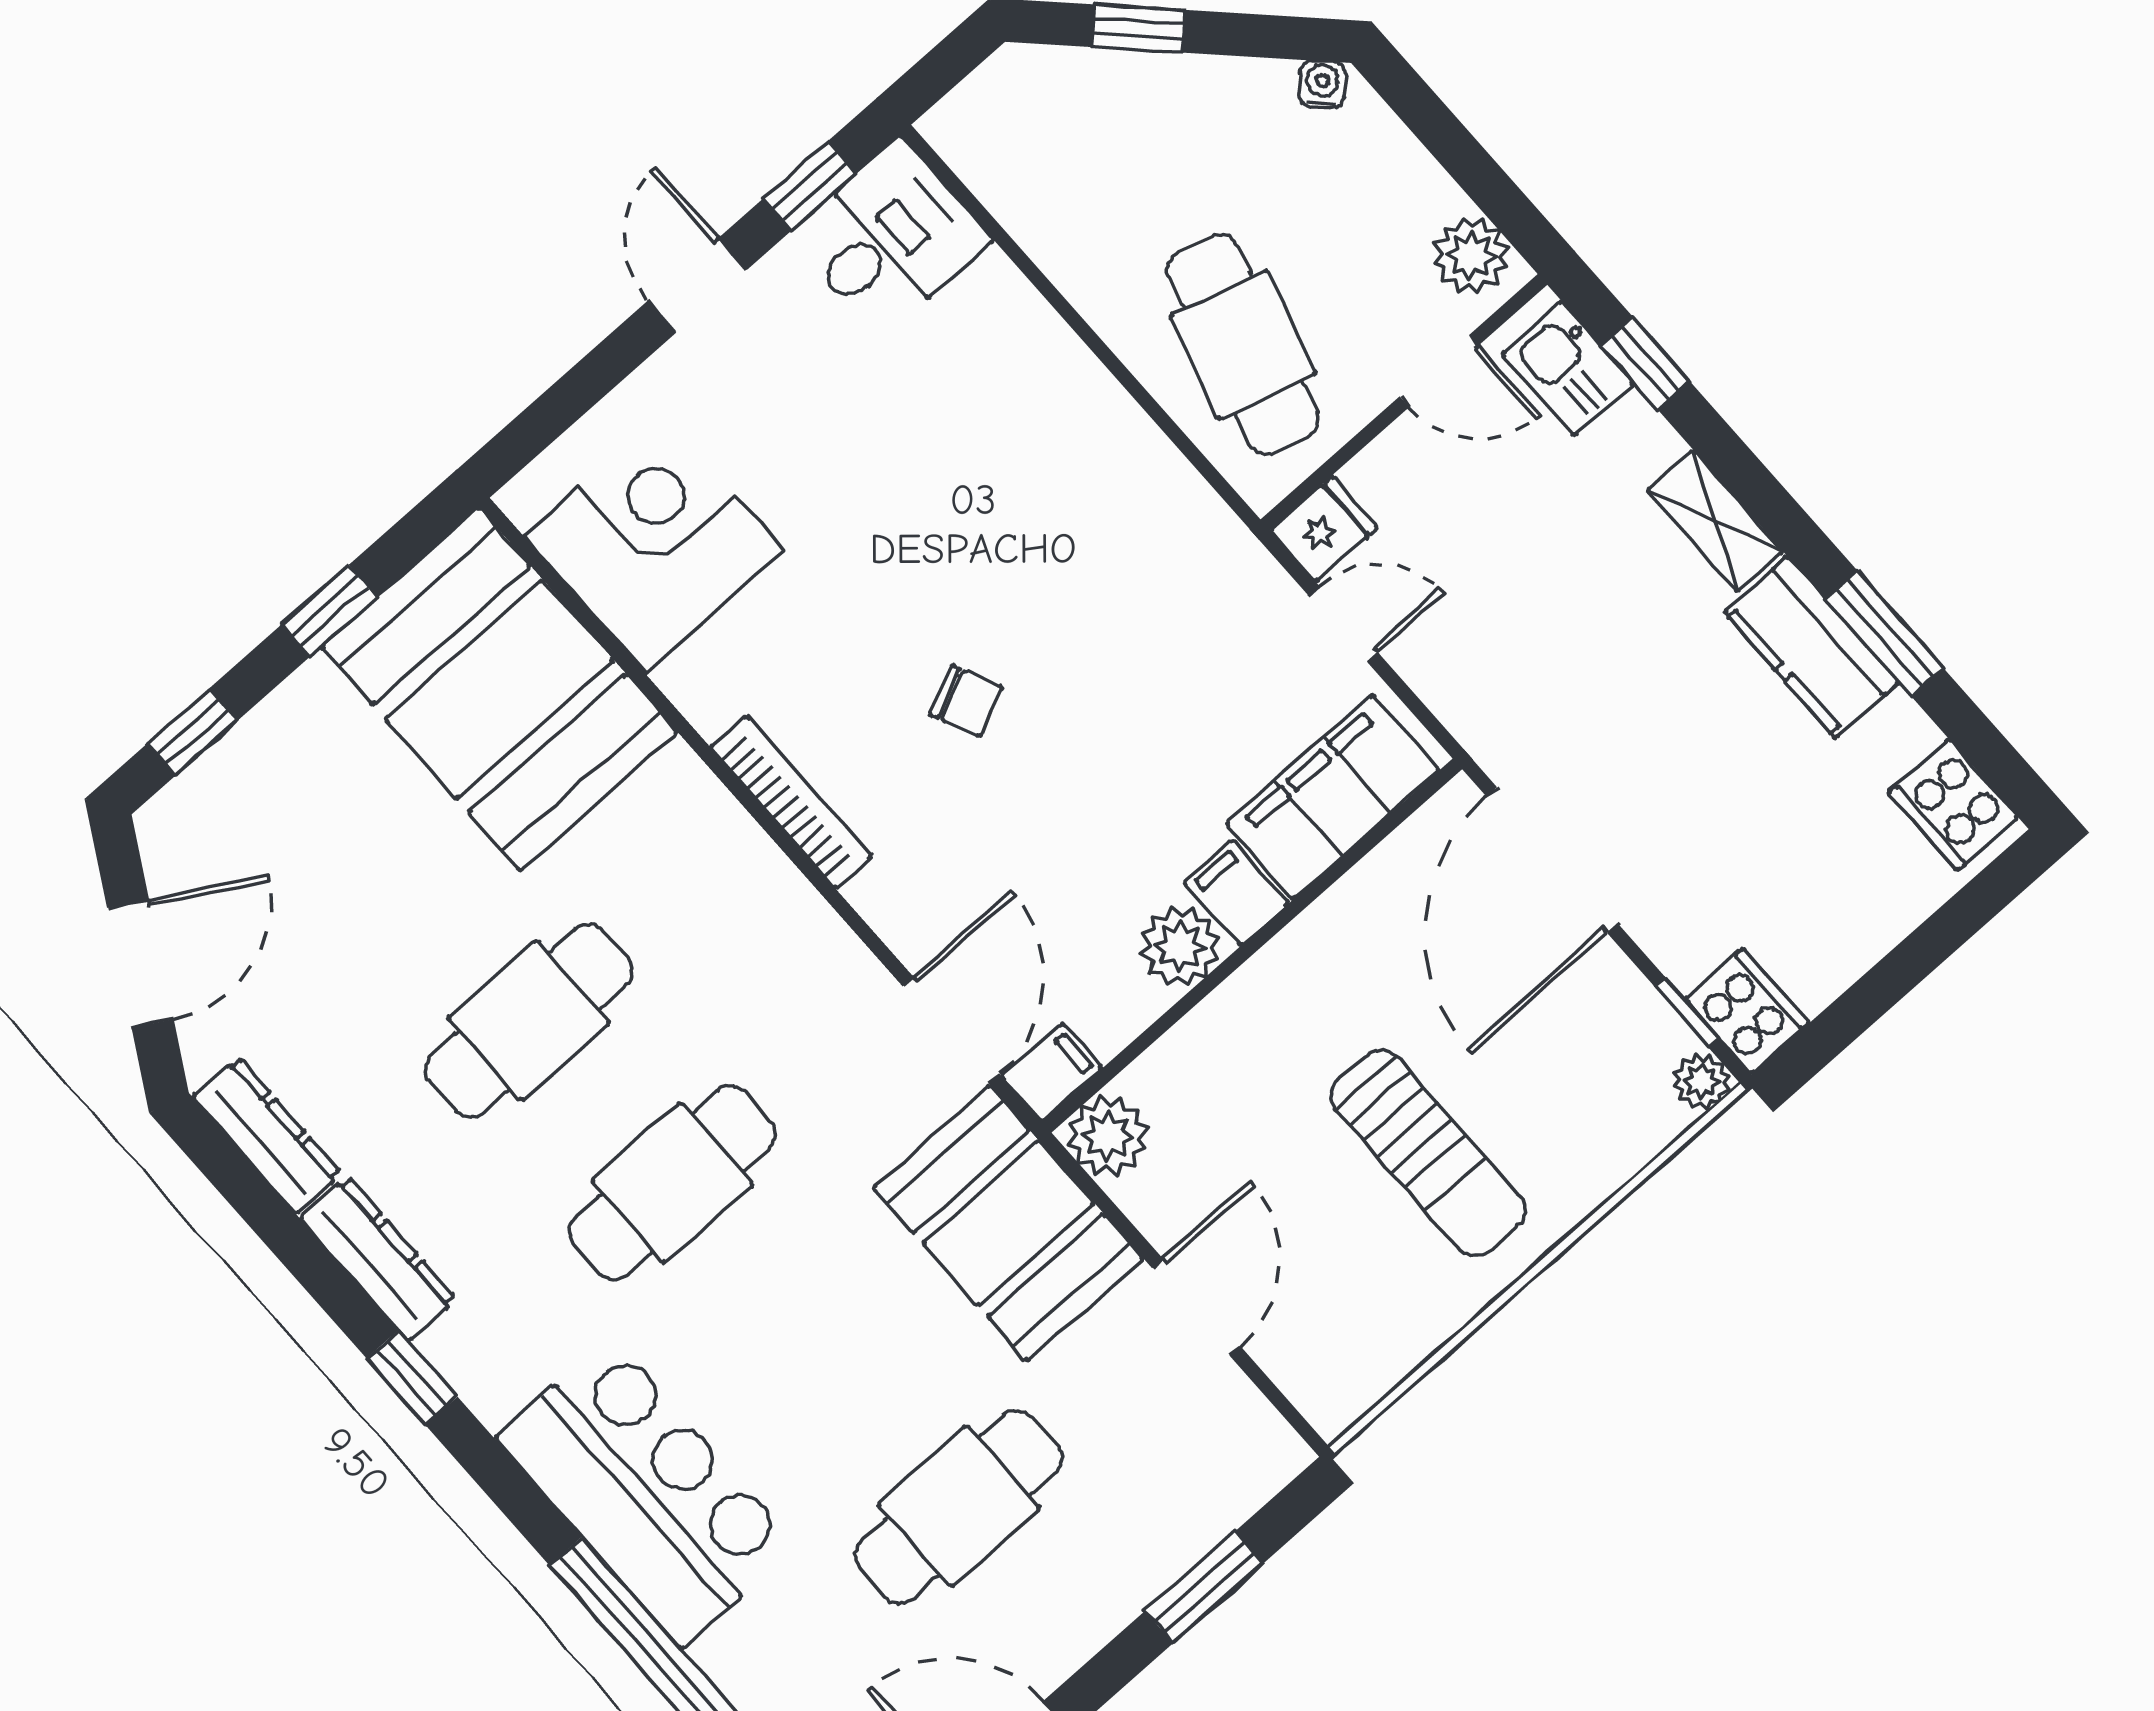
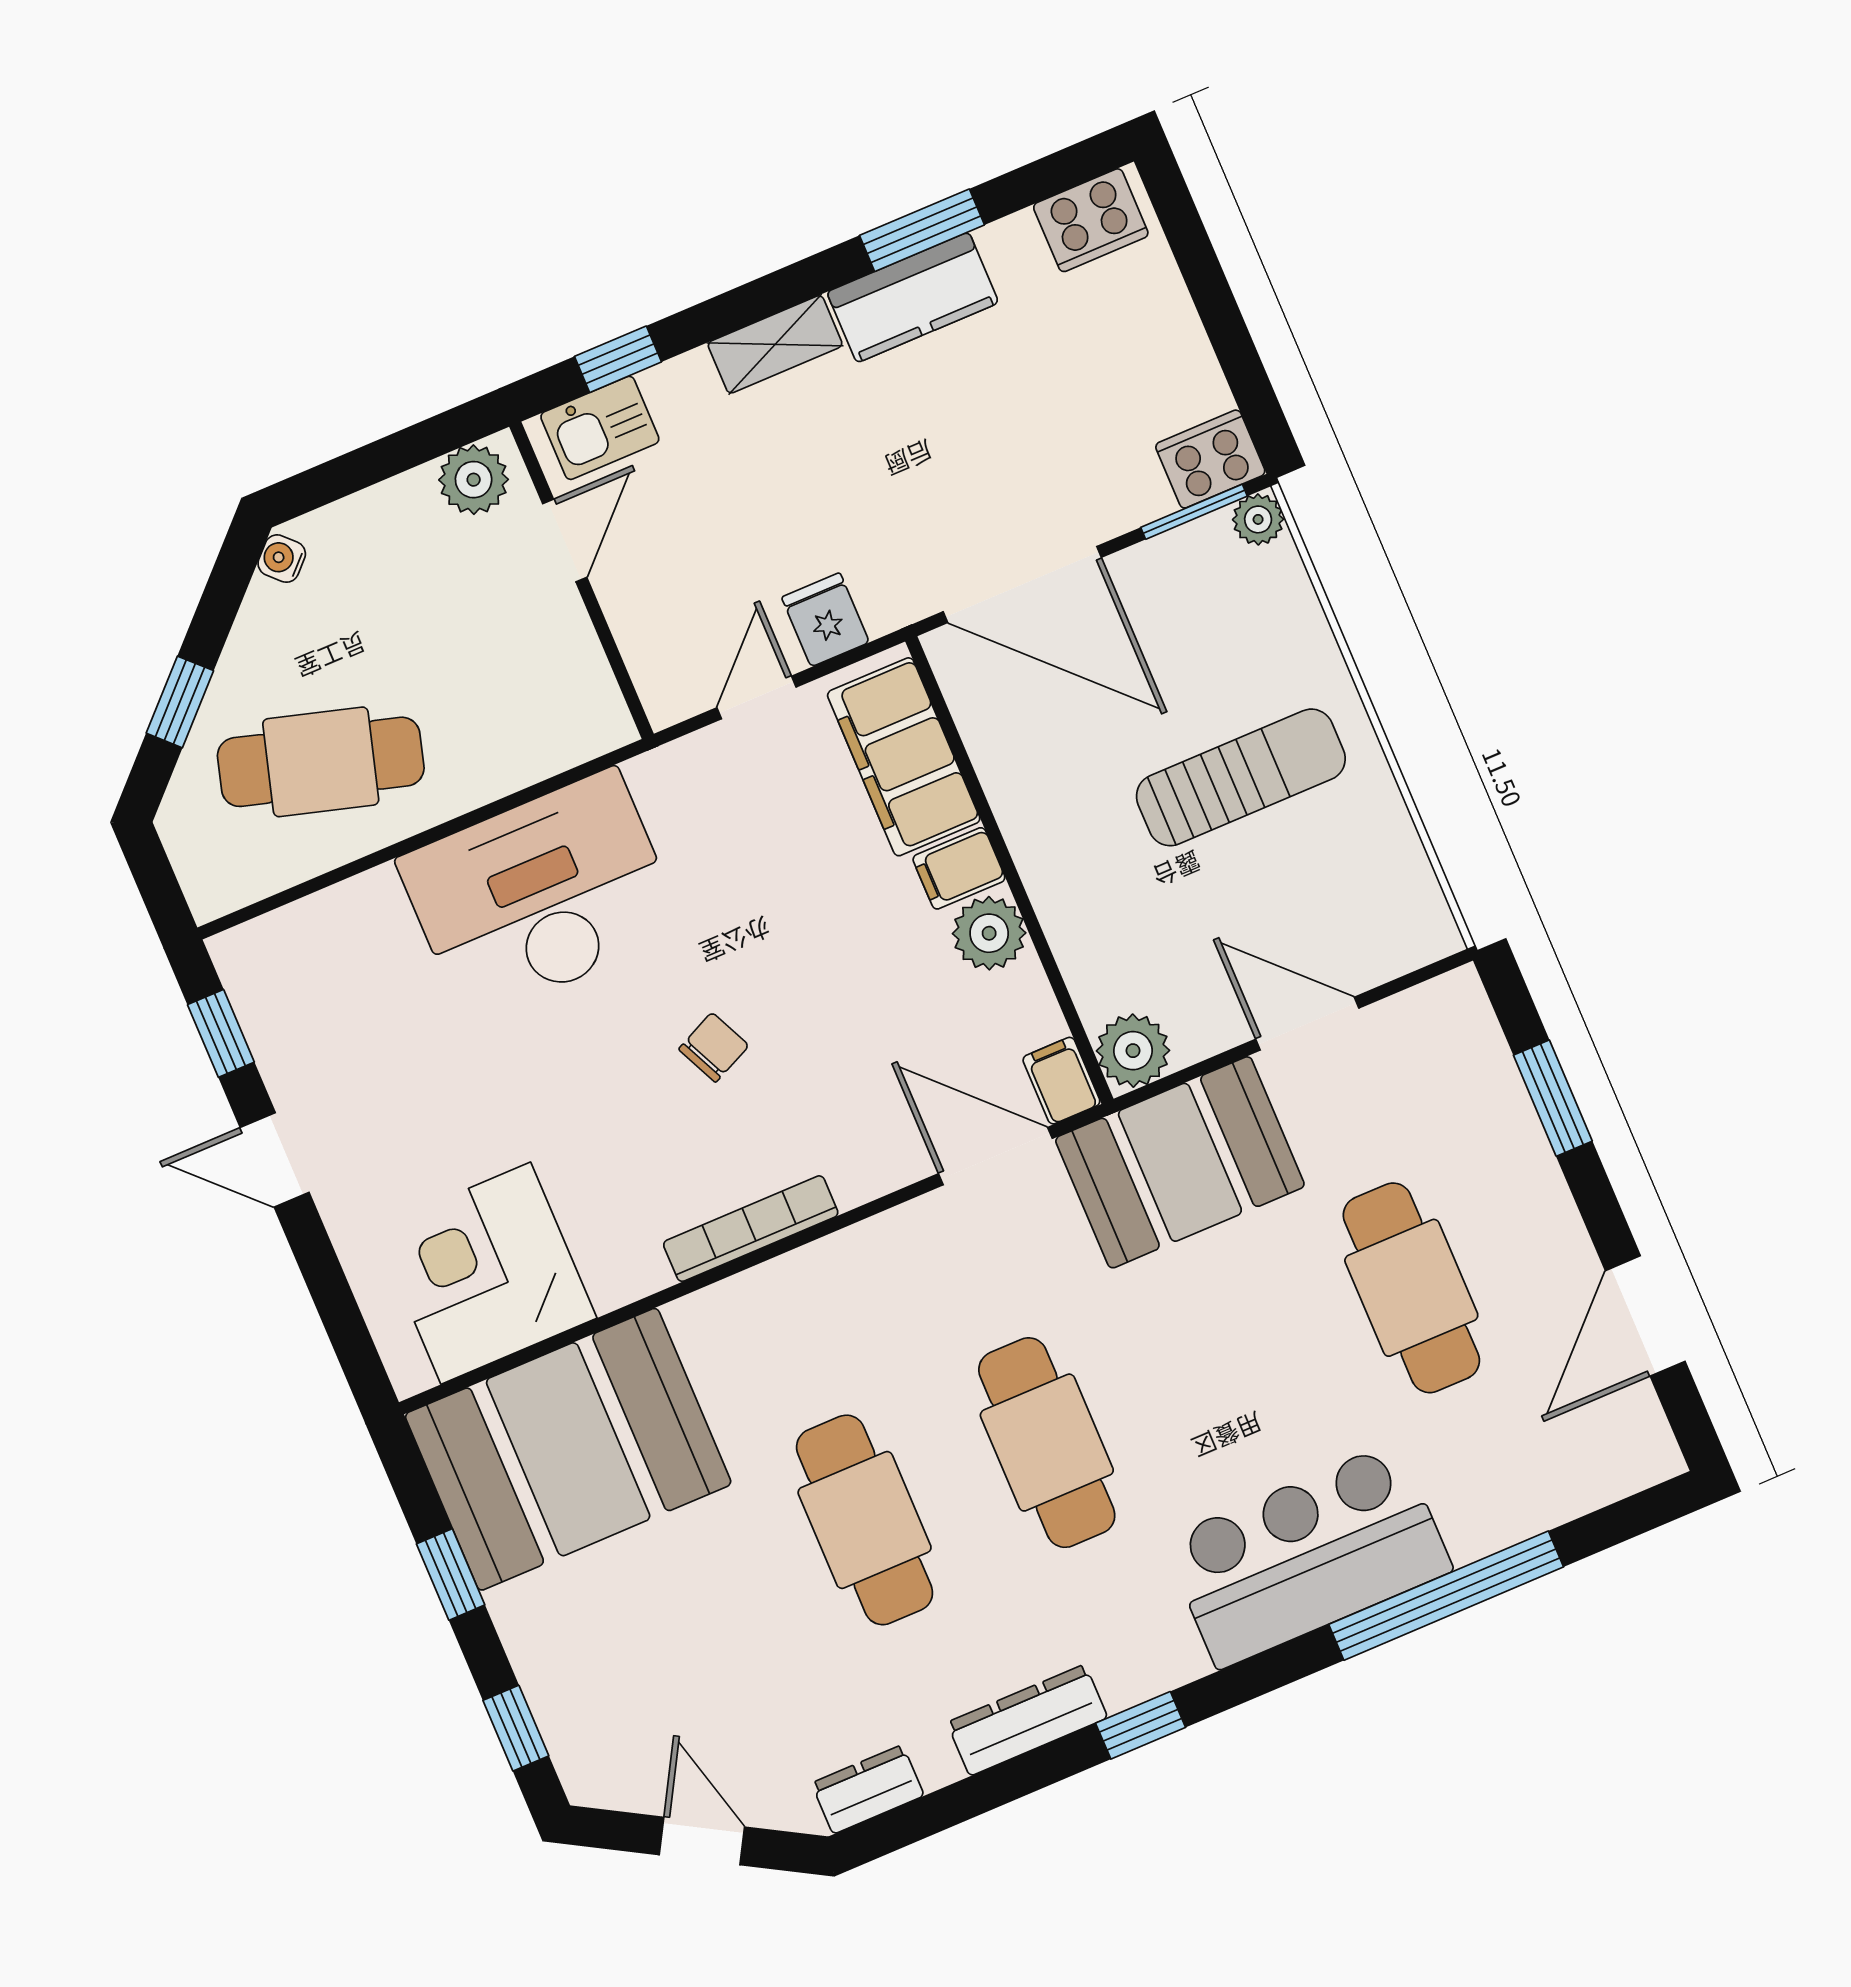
desk: (890, 238) -> (540, 895), moved, width x1.87, depth x1.30
cafe table: (1243, 345) -> (321, 762), moved
fridge: (1324, 529) -> (825, 620), moved
door: (140, 963) -> (702, 1841), width x0.73
window: (1687, 1013) -> (1194, 512), width x1.50
dresser: (267, 1135) -> (868, 1789), width x0.70

